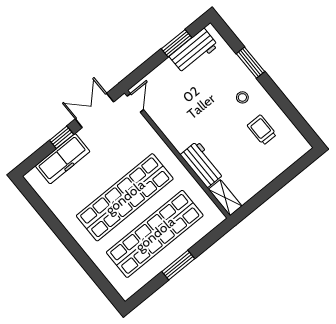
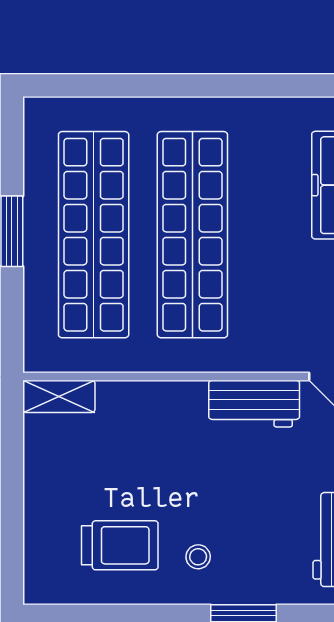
trolley: (262, 130) -> (120, 545), width x1.36, depth x1.39
workbench: (202, 164) -> (254, 404), moved

